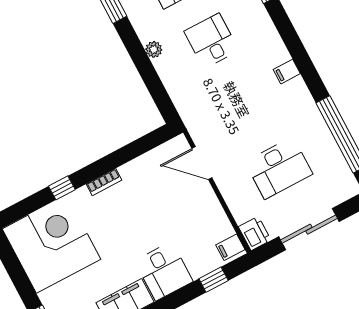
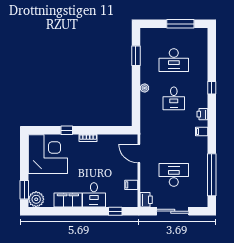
desk: (211, 41) -> (174, 98), turned 180
printer: (273, 42) -> (202, 114), added
desk: (279, 168) -> (174, 175), turned 180
filing cabinet: (230, 247) -> (131, 185), moved

